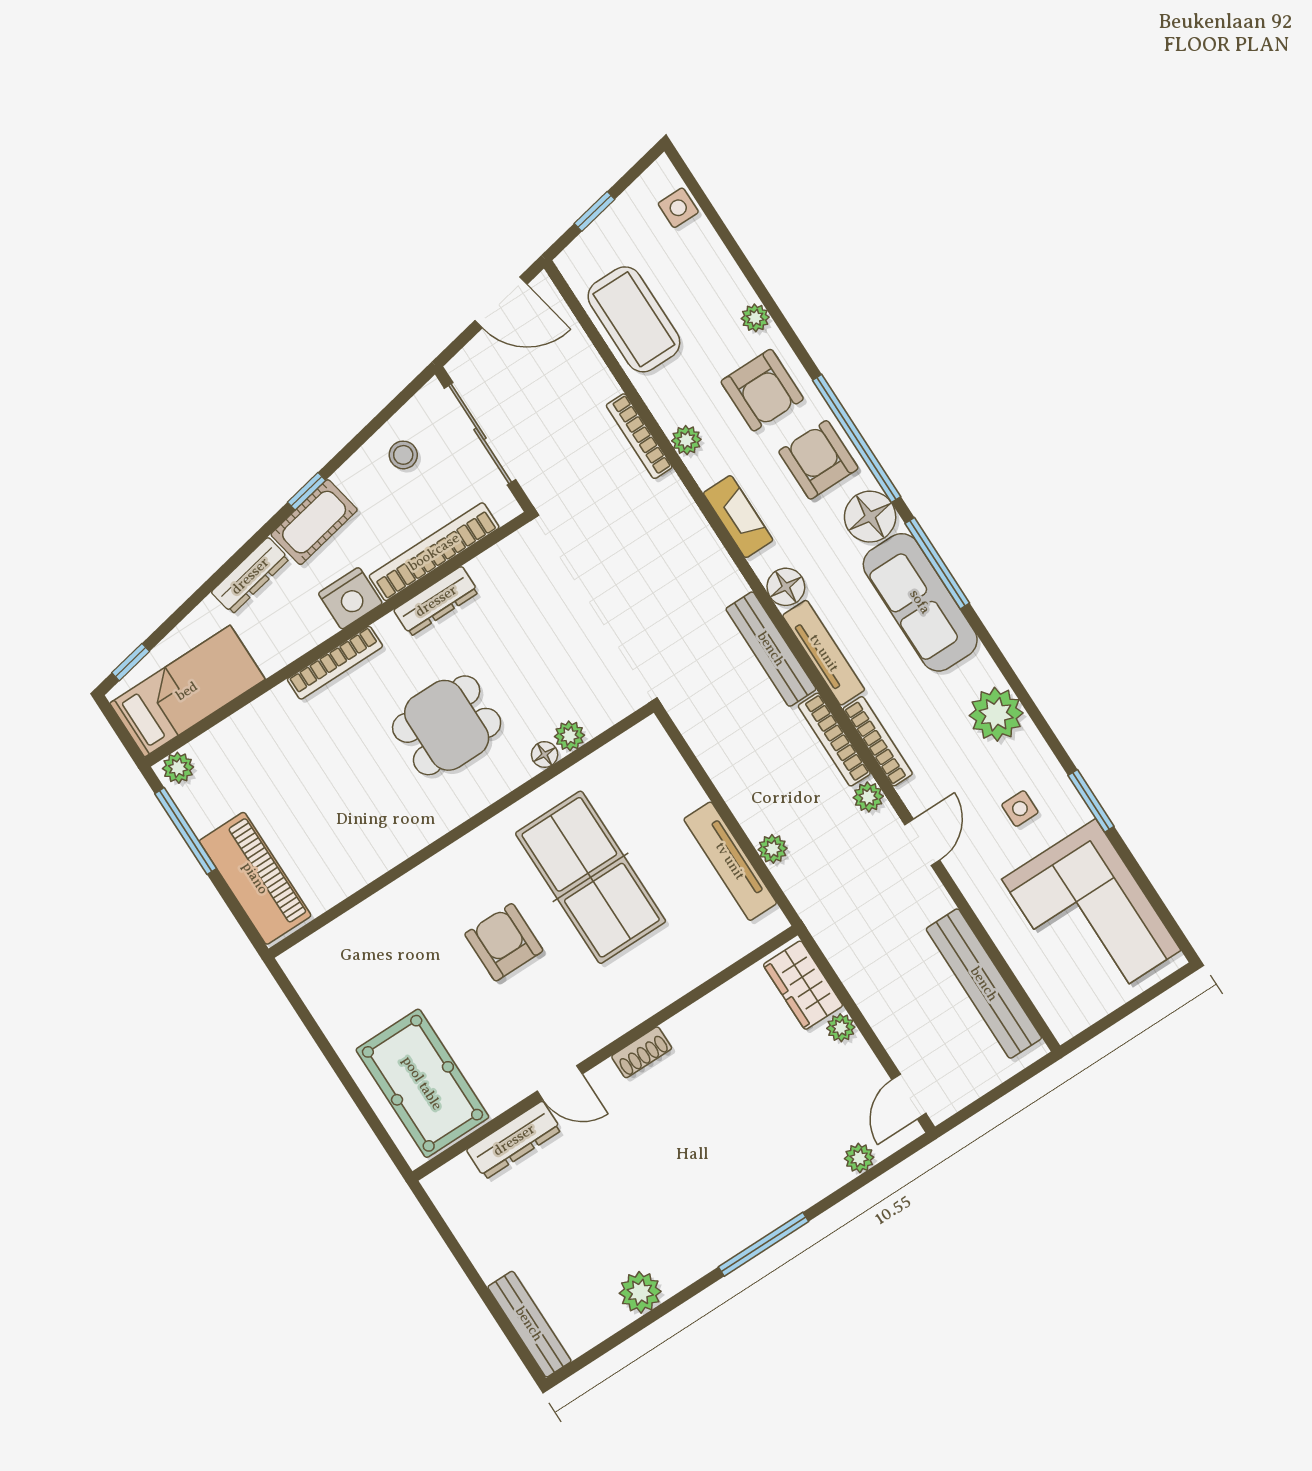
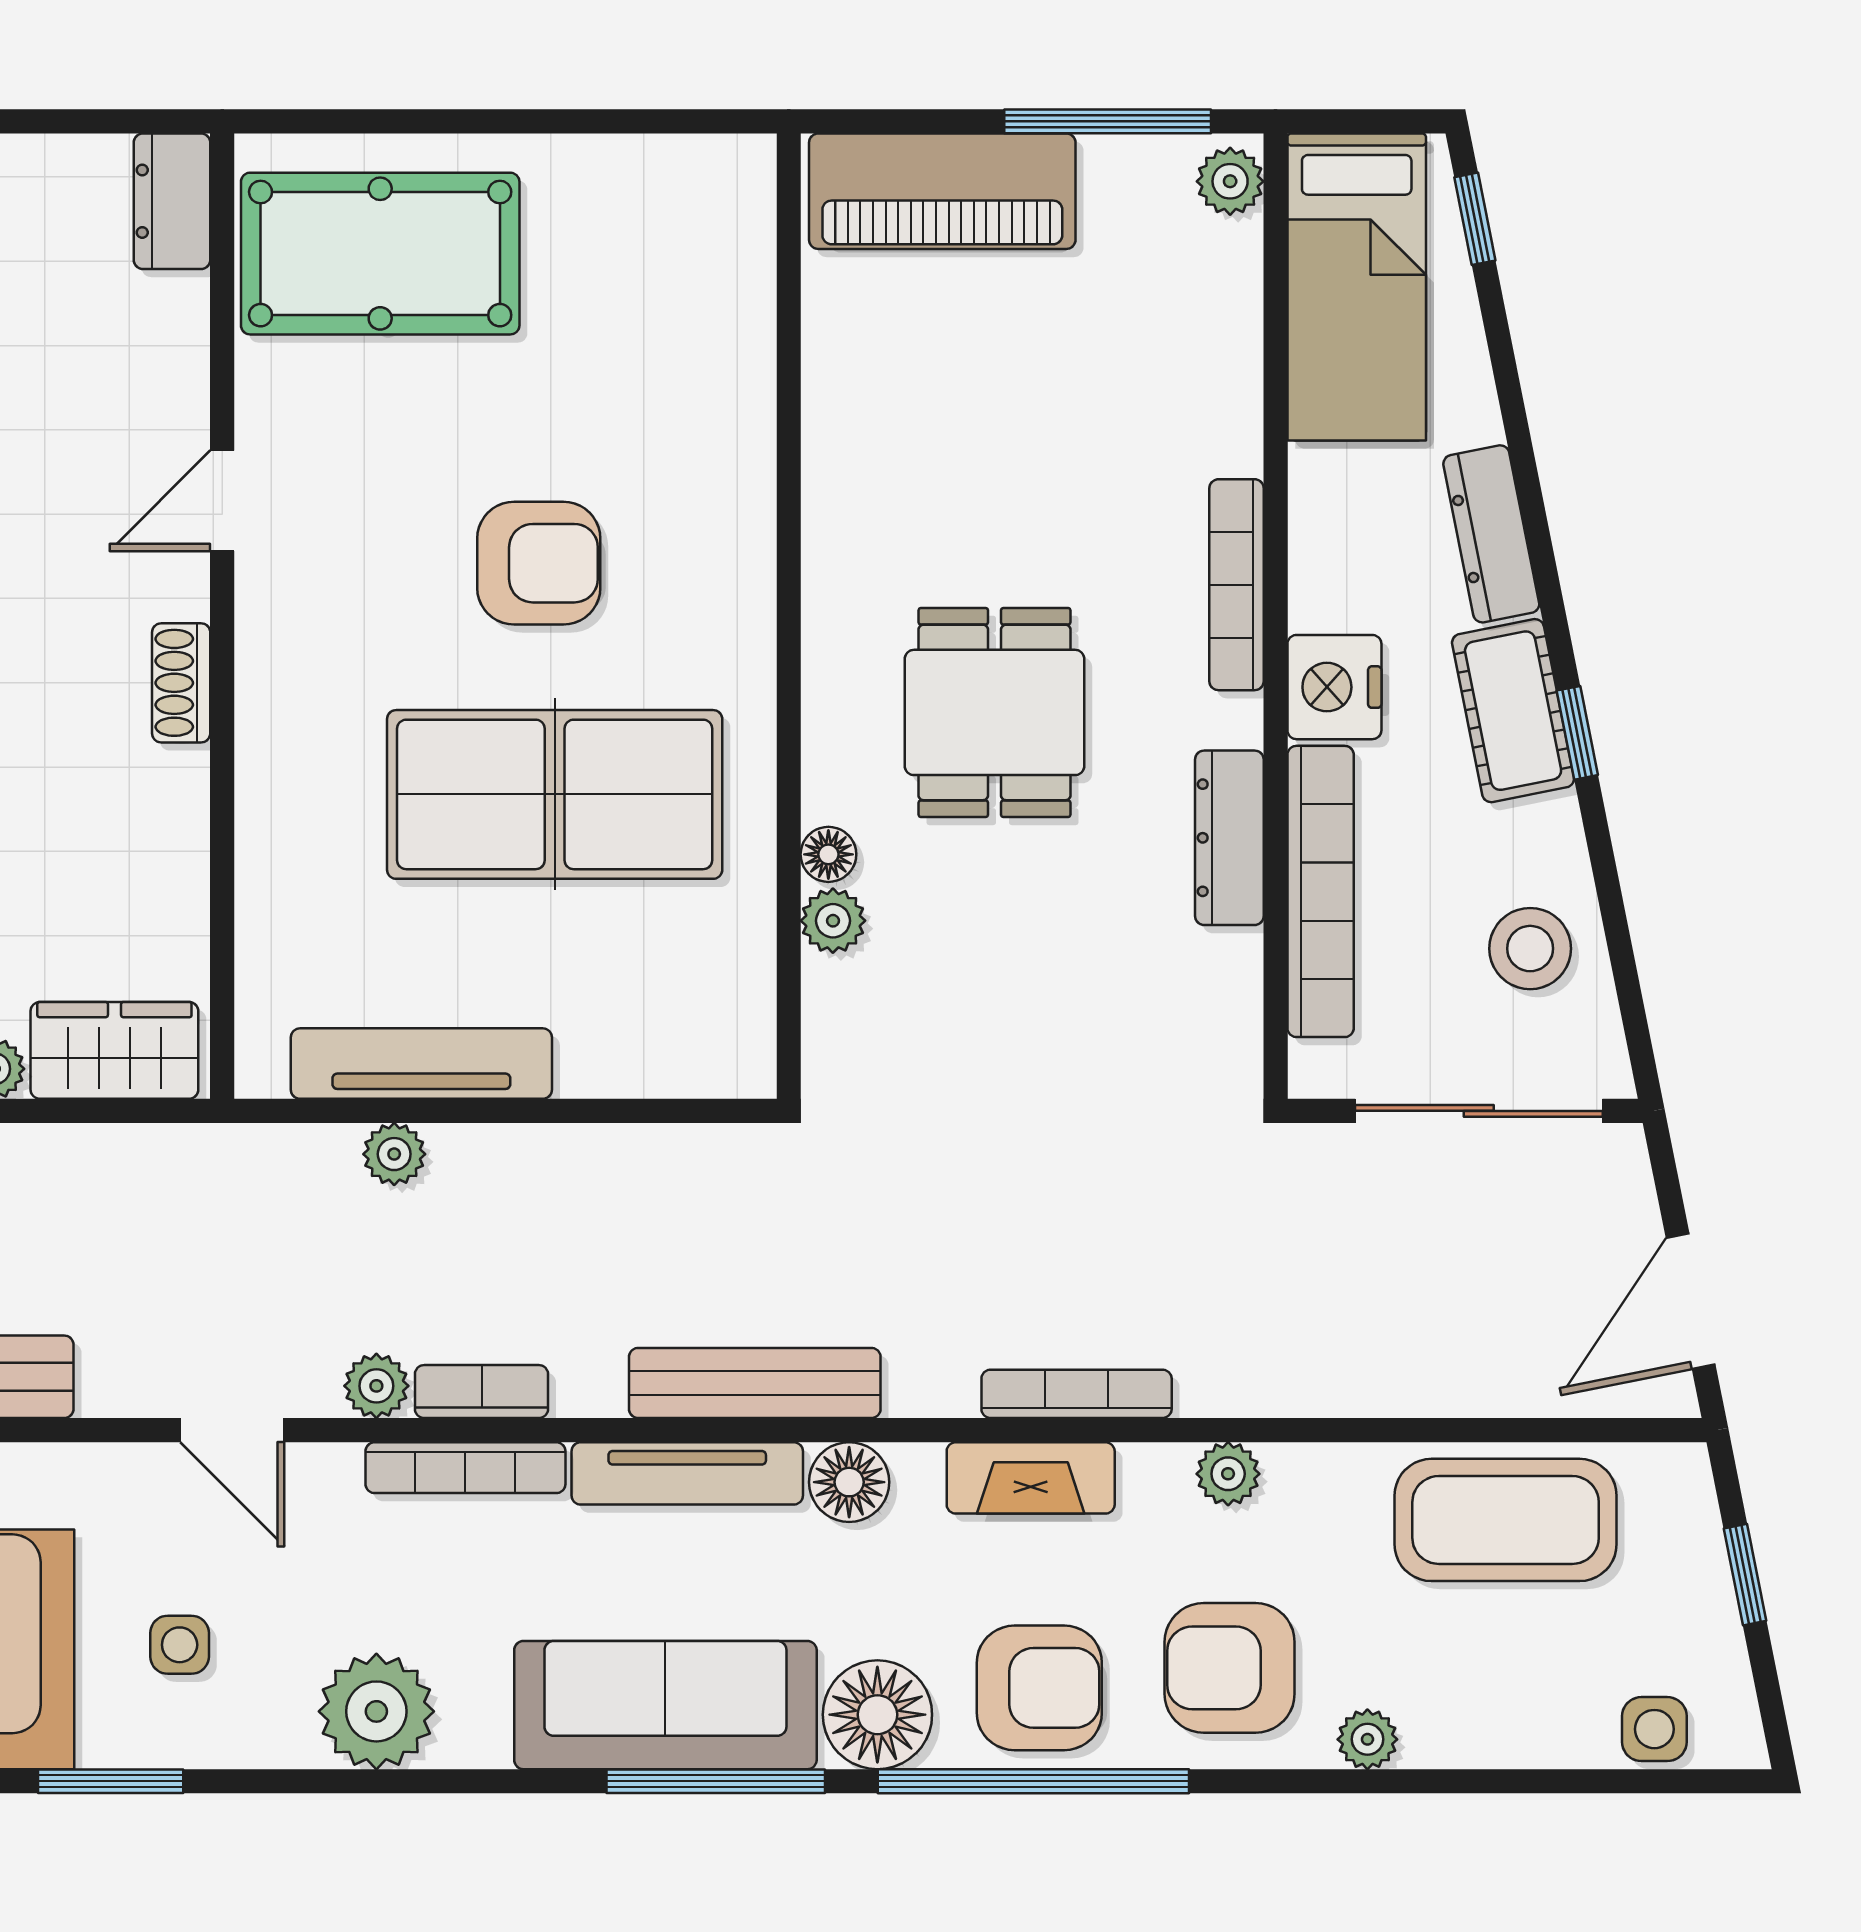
bookcase: (639, 436) -> (1077, 1394), moved
stool: (403, 455) -> (1530, 949), width x1.37, depth x1.37
bookcase: (834, 740) -> (482, 1392), width x0.64
dresser: (514, 1140) -> (172, 201), moved, width x0.70

